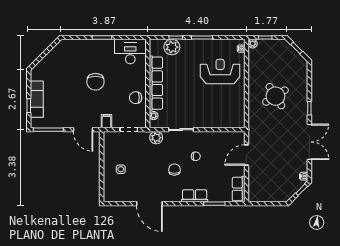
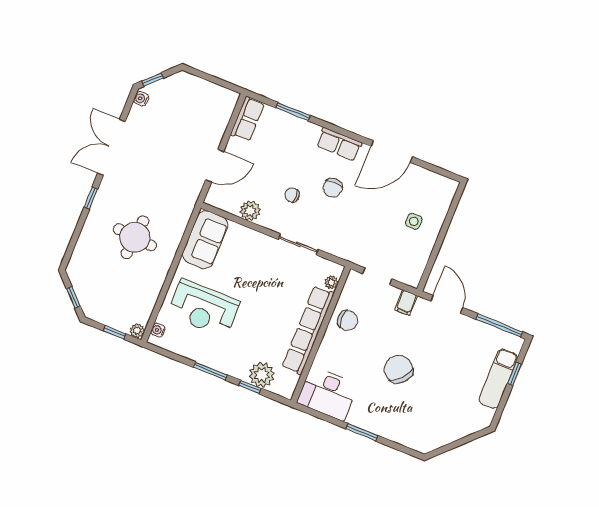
chair: (95, 82) -> (399, 369), turned -49
round table: (275, 96) -> (135, 237), turned 37
sofa: (235, 111) -> (205, 240), added
plant: (156, 138) -> (250, 211), moved
row of seats: (195, 196) -> (339, 144), moved
door: (149, 204) -> (392, 152), swing flipped

